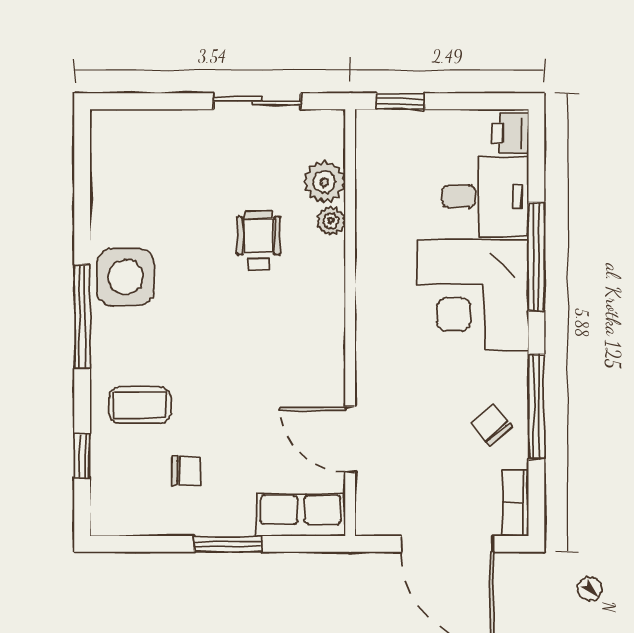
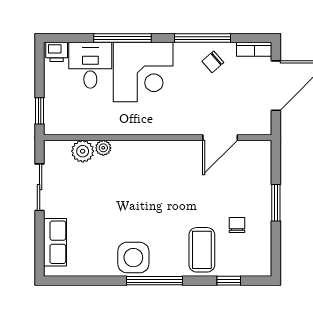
wheelchair: (258, 240) -> (114, 186), removed
coffee table: (140, 405) -> (202, 250), width x1.36, depth x1.30
row of seats: (301, 515) -> (55, 242), moved, turned 180

